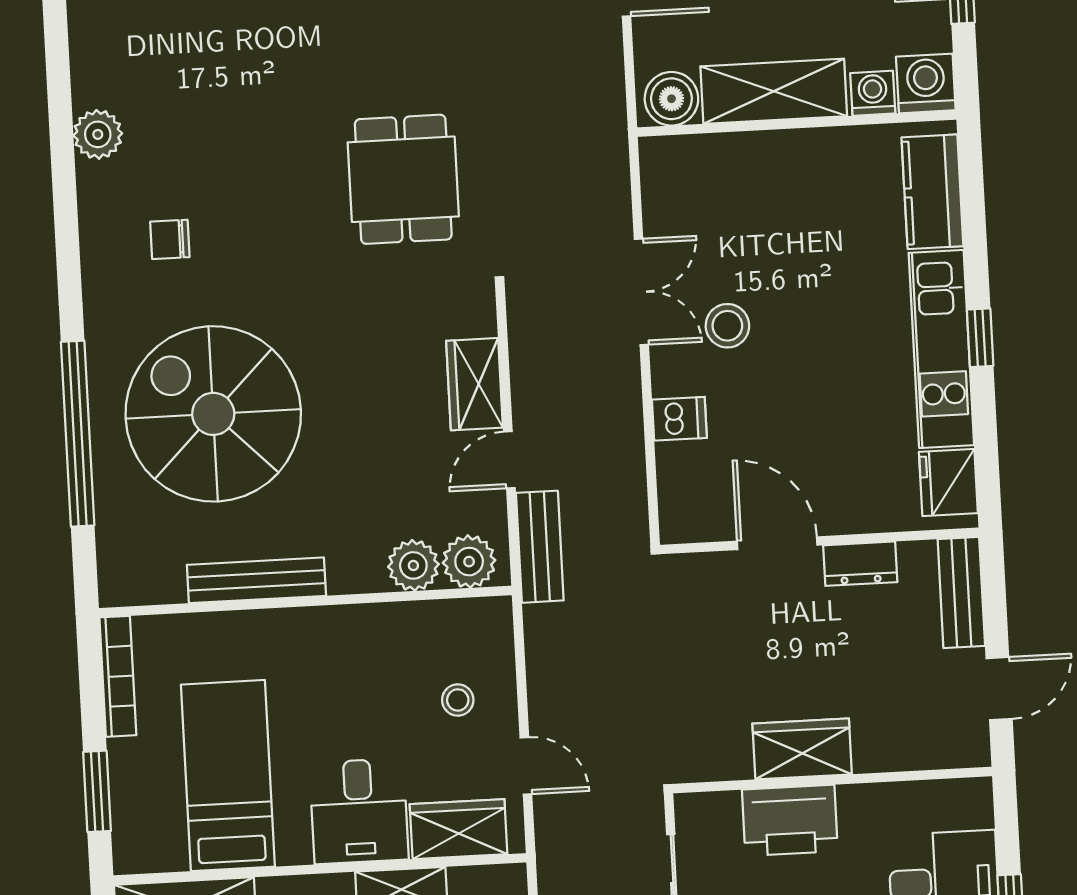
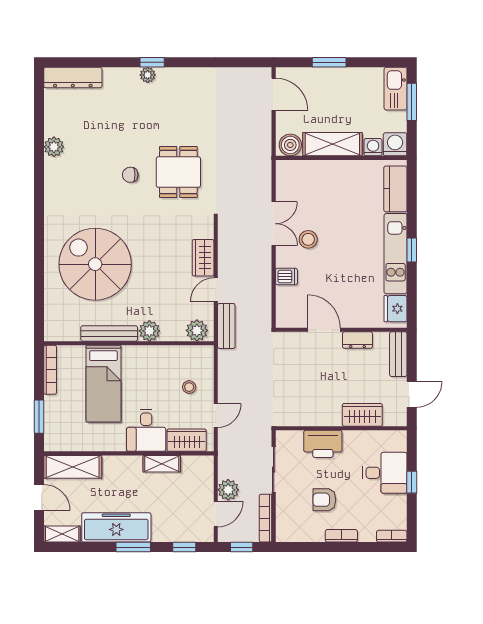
chair: (170, 239) -> (130, 175), moved
window: (78, 434) -> (39, 269), removed
plant: (413, 565) -> (149, 331), moved
wardrobe: (802, 749) -> (362, 415), moved
door: (526, 766) -> (216, 416), hinge flipped
bed: (228, 776) -> (103, 384), moved, turned 180

